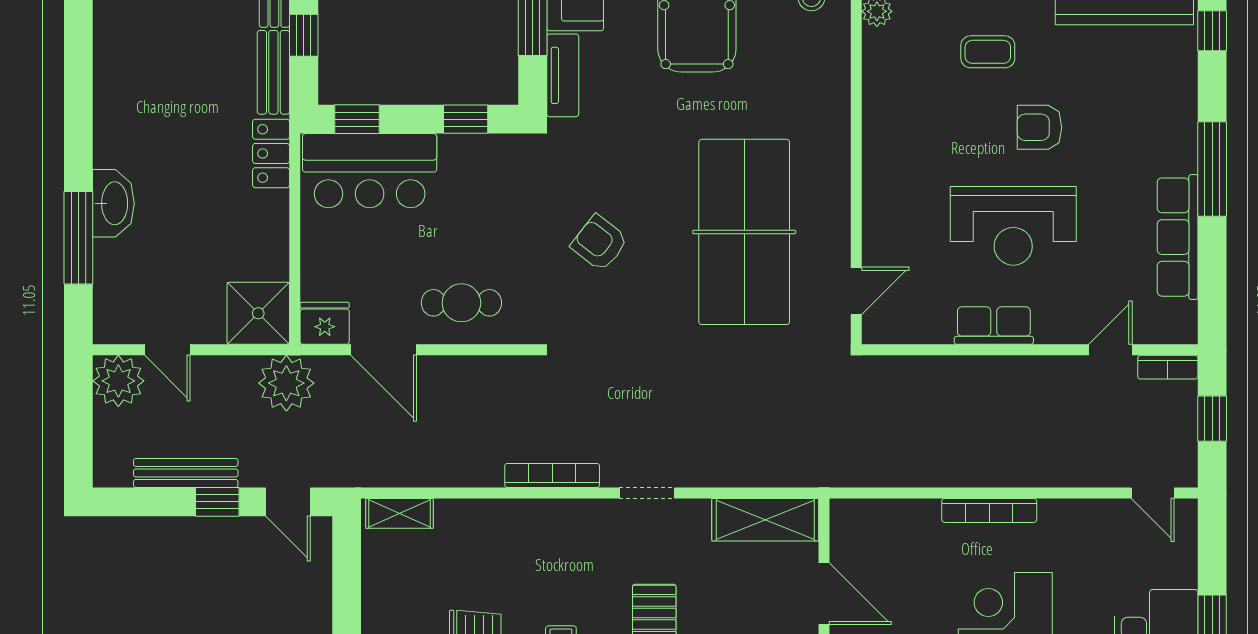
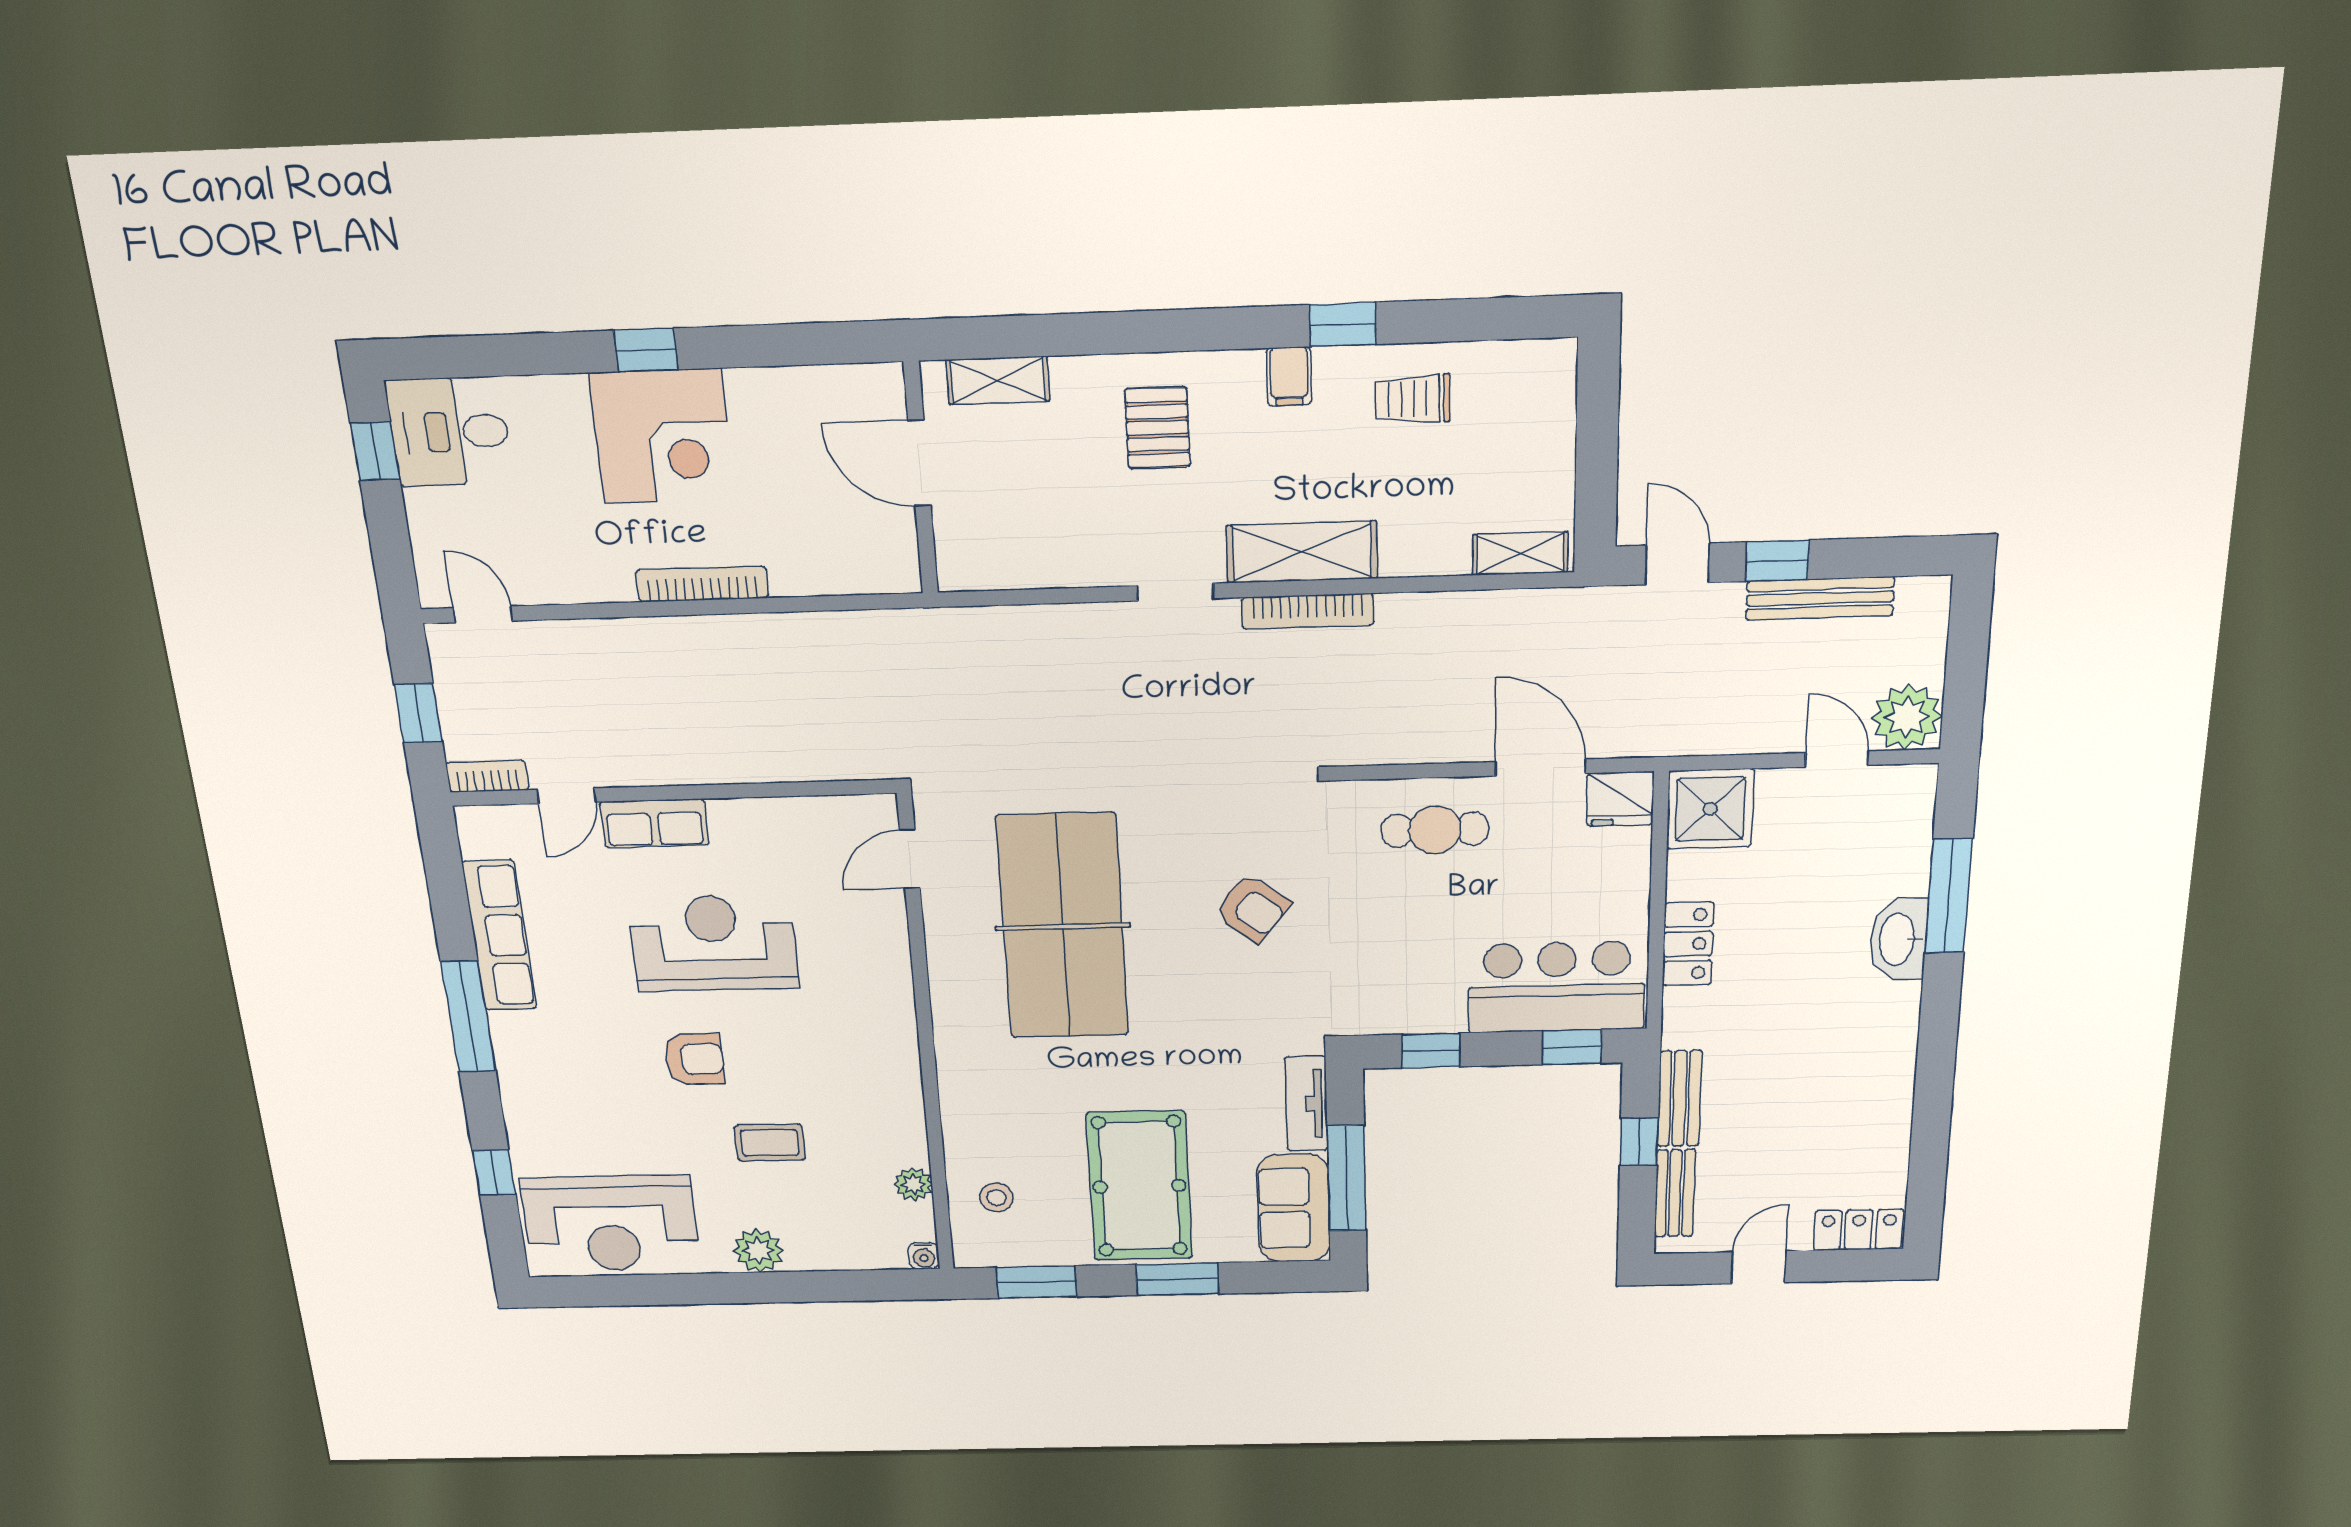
locker: (271, 153) -> (1688, 944), moved
row of seats: (994, 326) -> (654, 823), moved
plant: (286, 383) -> (1675, 721), removed
shelving: (765, 520) -> (1302, 552), moved

